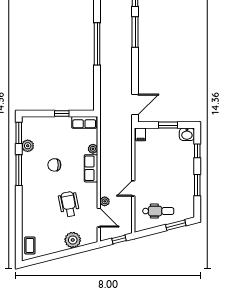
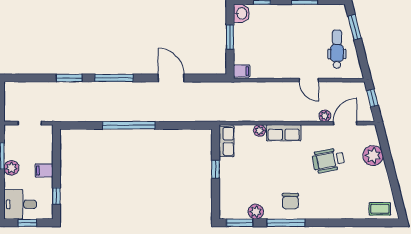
door: (135, 104) -> (171, 78), moved
chair: (54, 165) -> (290, 201), moved

